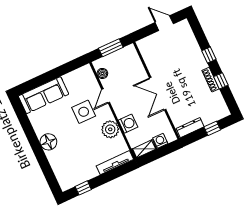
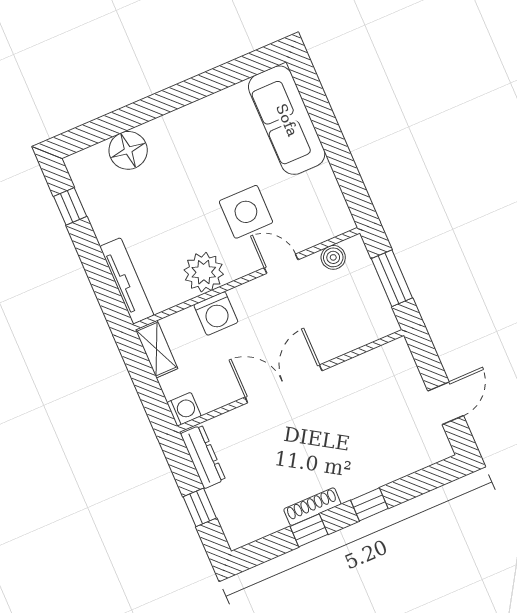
washing machine: (160, 141) -> (184, 409), moved
floor lamp: (48, 142) -> (128, 150), moved

